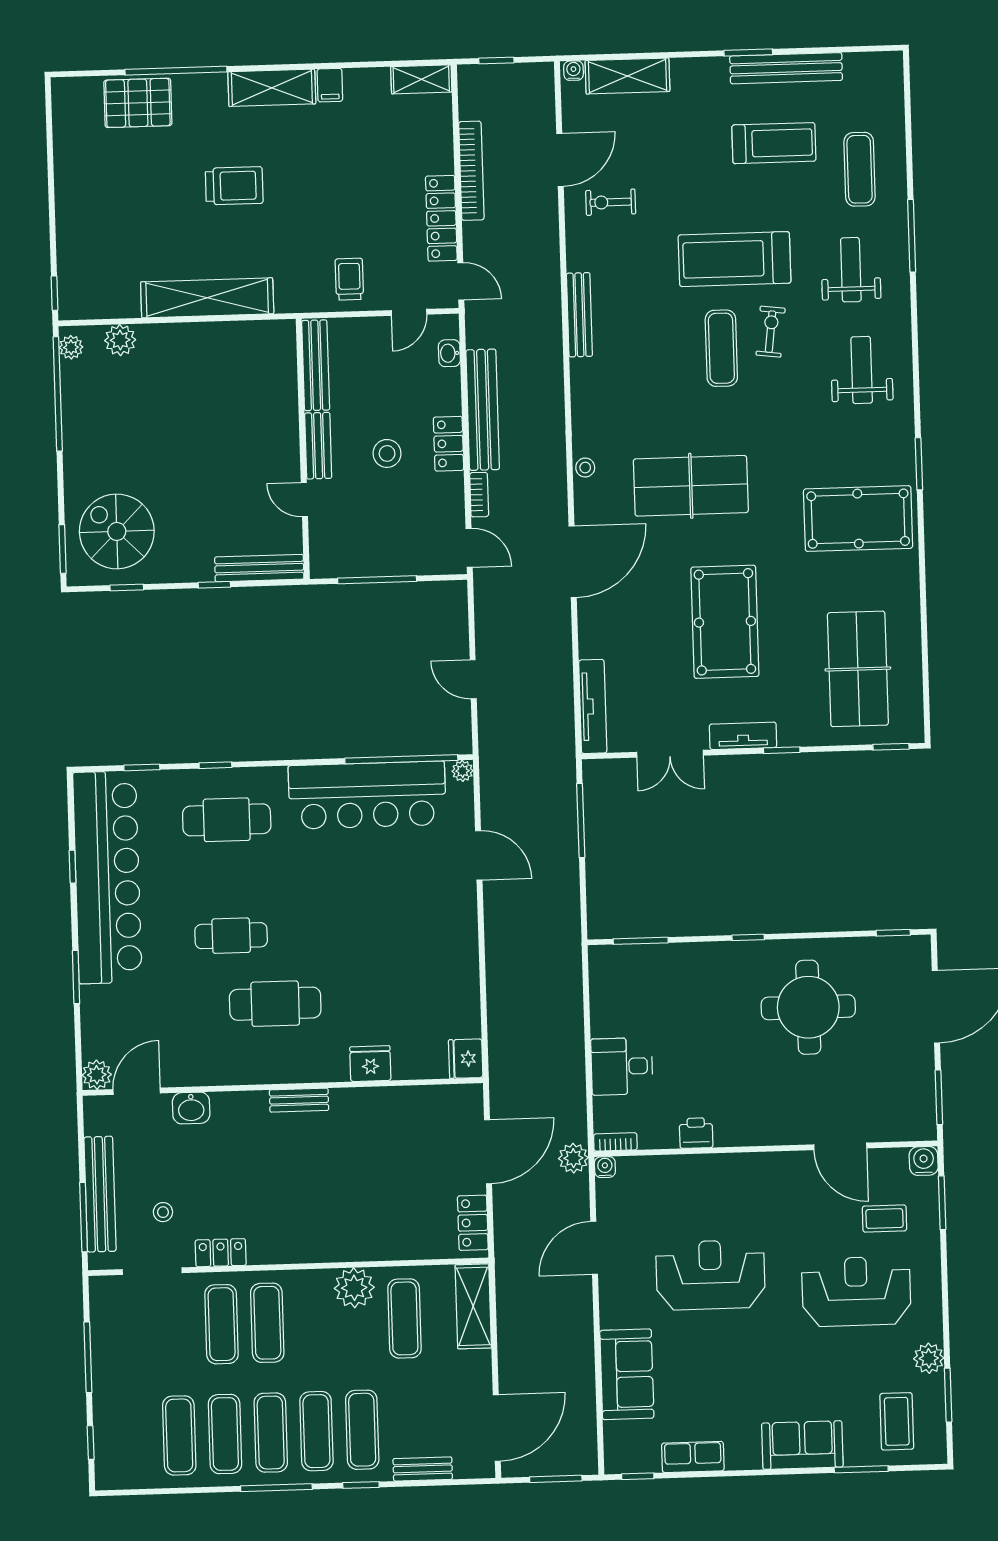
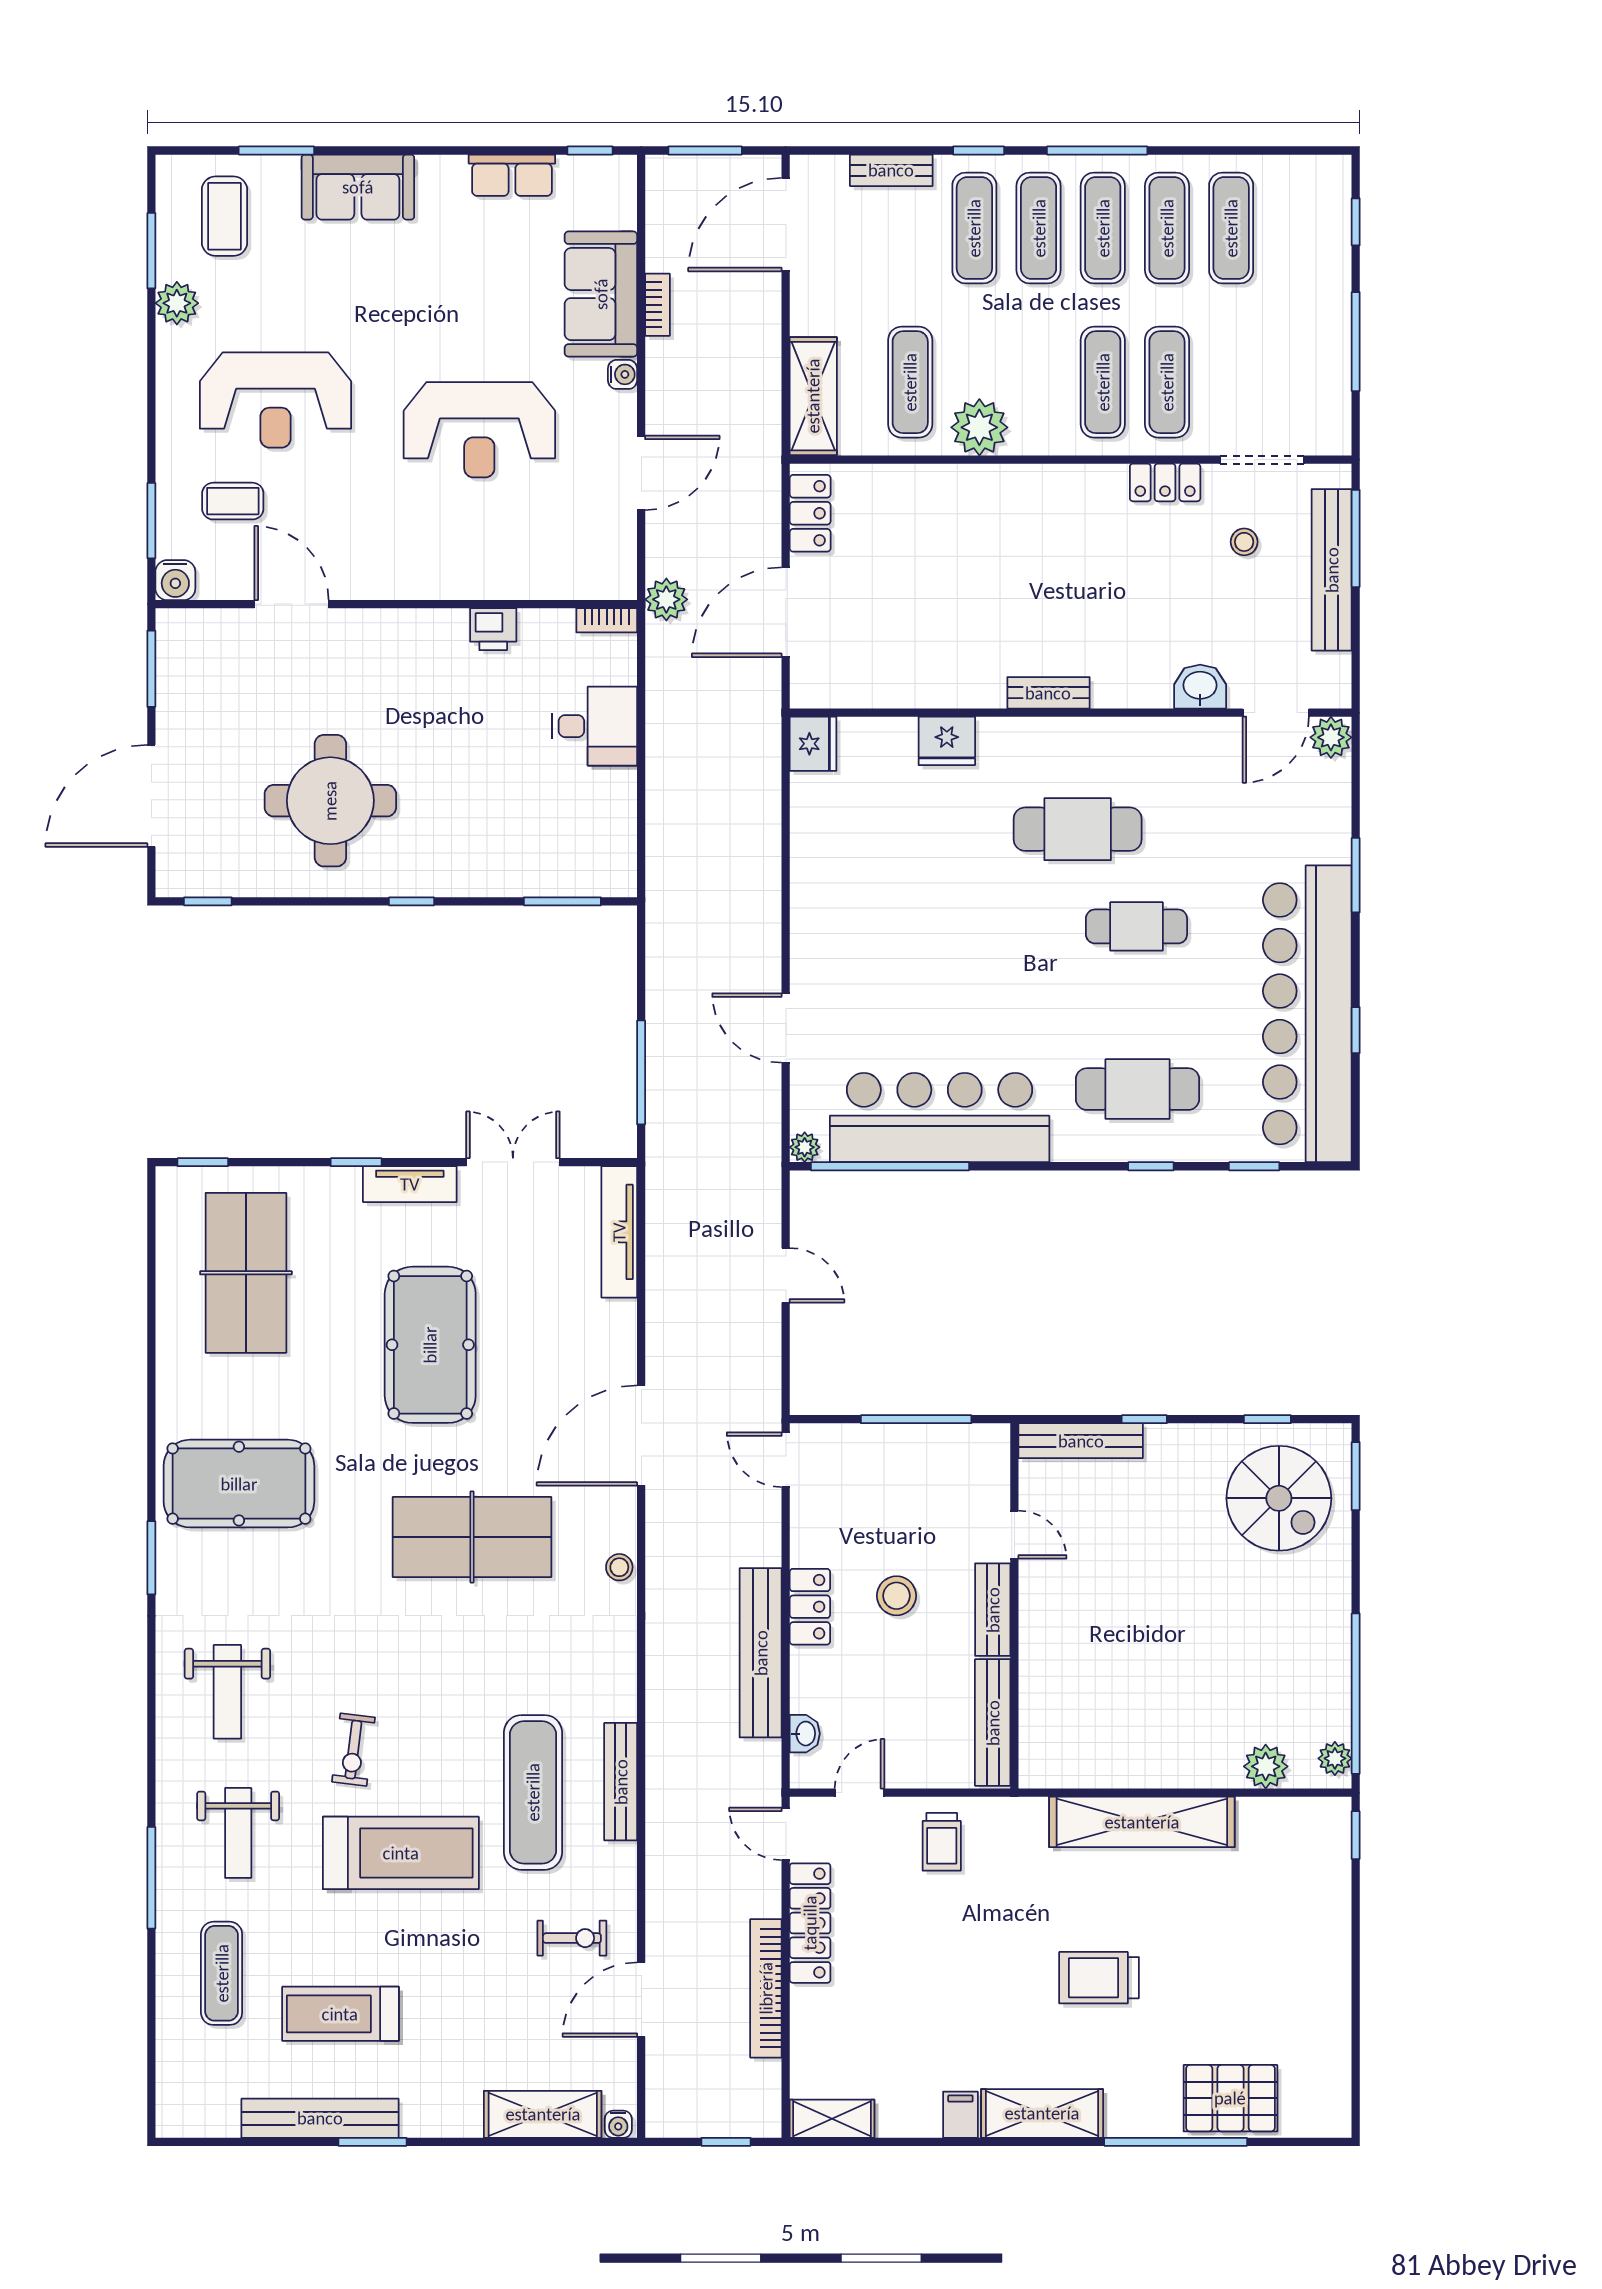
exercise mat: (721, 348) -> (533, 1792), moved, width x1.36, depth x1.45
bookcase: (479, 495) -> (658, 305), moved, turned 180
water cooler: (605, 1167) -> (623, 374), moved, turned -90

